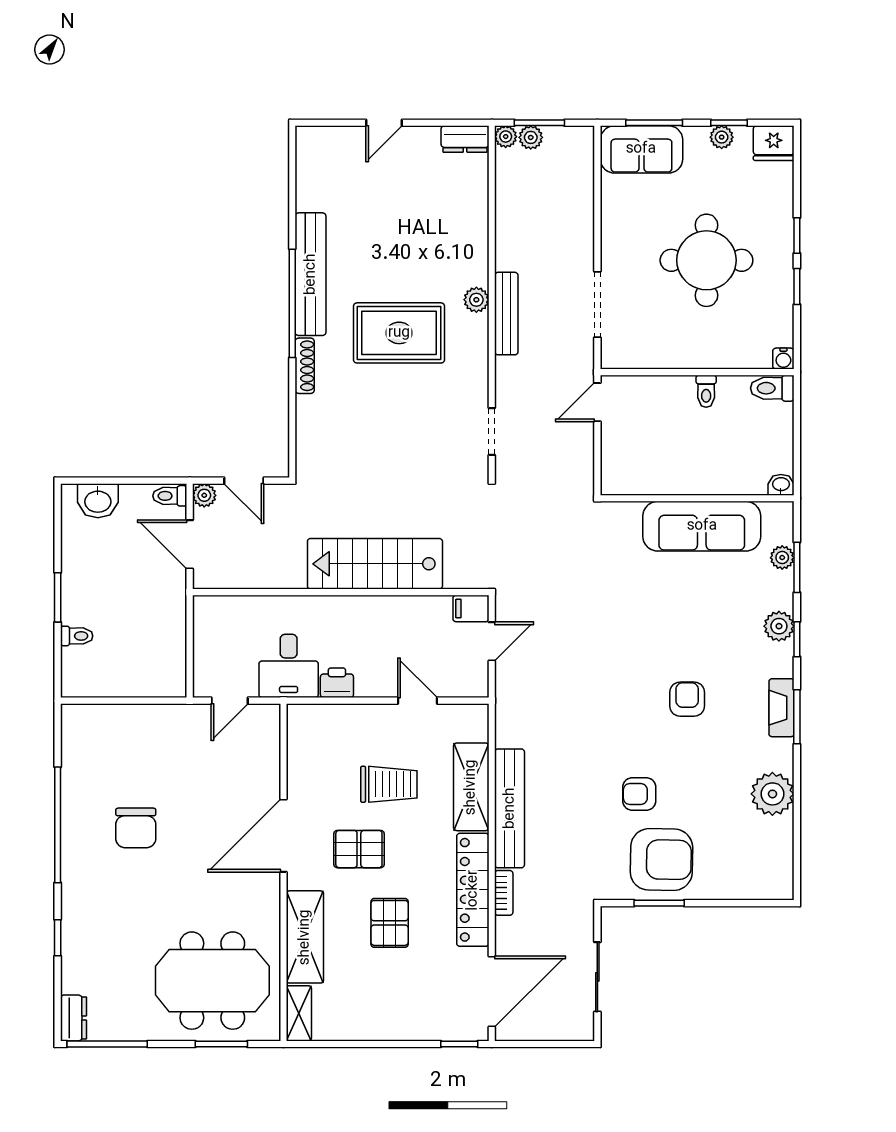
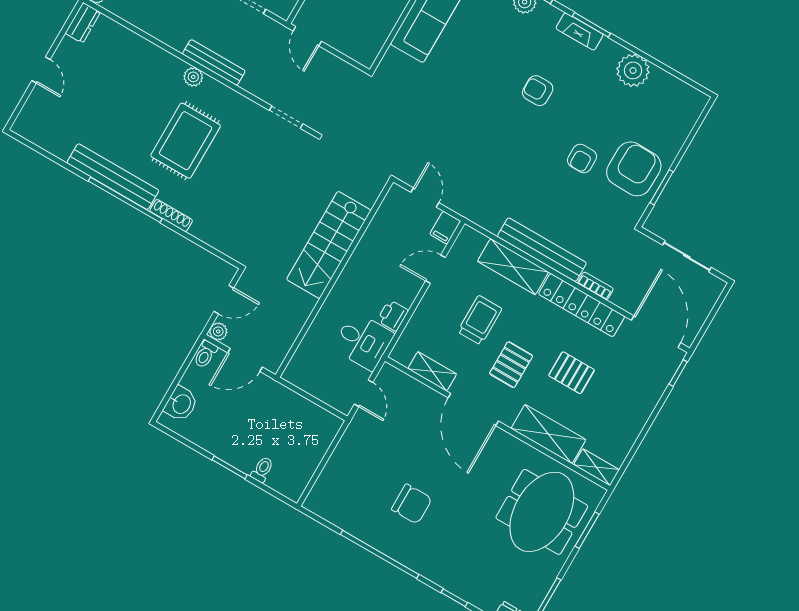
filing cabinet: (471, 608) -> (445, 228), moved
shelving: (300, 764) -> (432, 371), added

